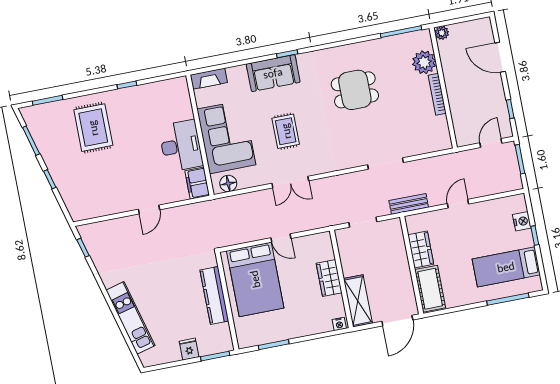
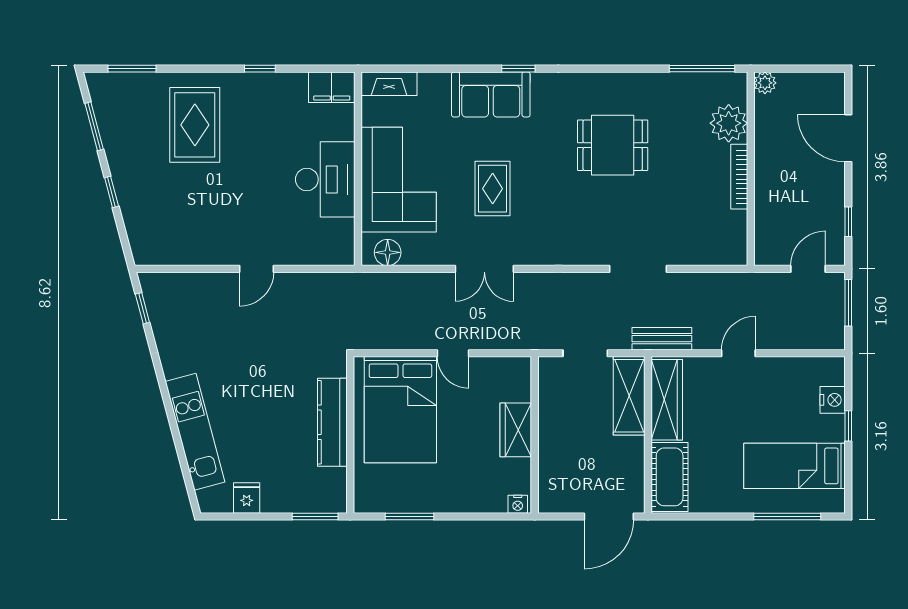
filing cabinet: (197, 183) -> (332, 87), moved, turned -90
wardrobe: (421, 250) -> (667, 400), width x1.50
shelving: (358, 301) -> (629, 396), moved
fridge: (189, 349) -> (247, 498), moved

